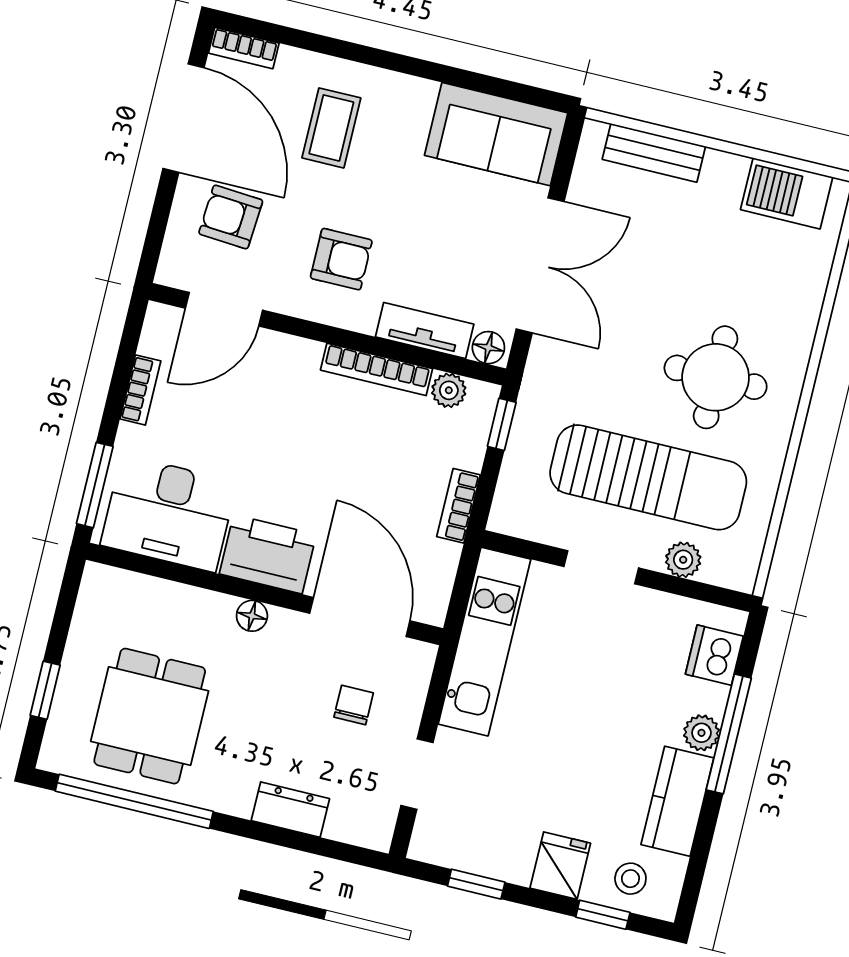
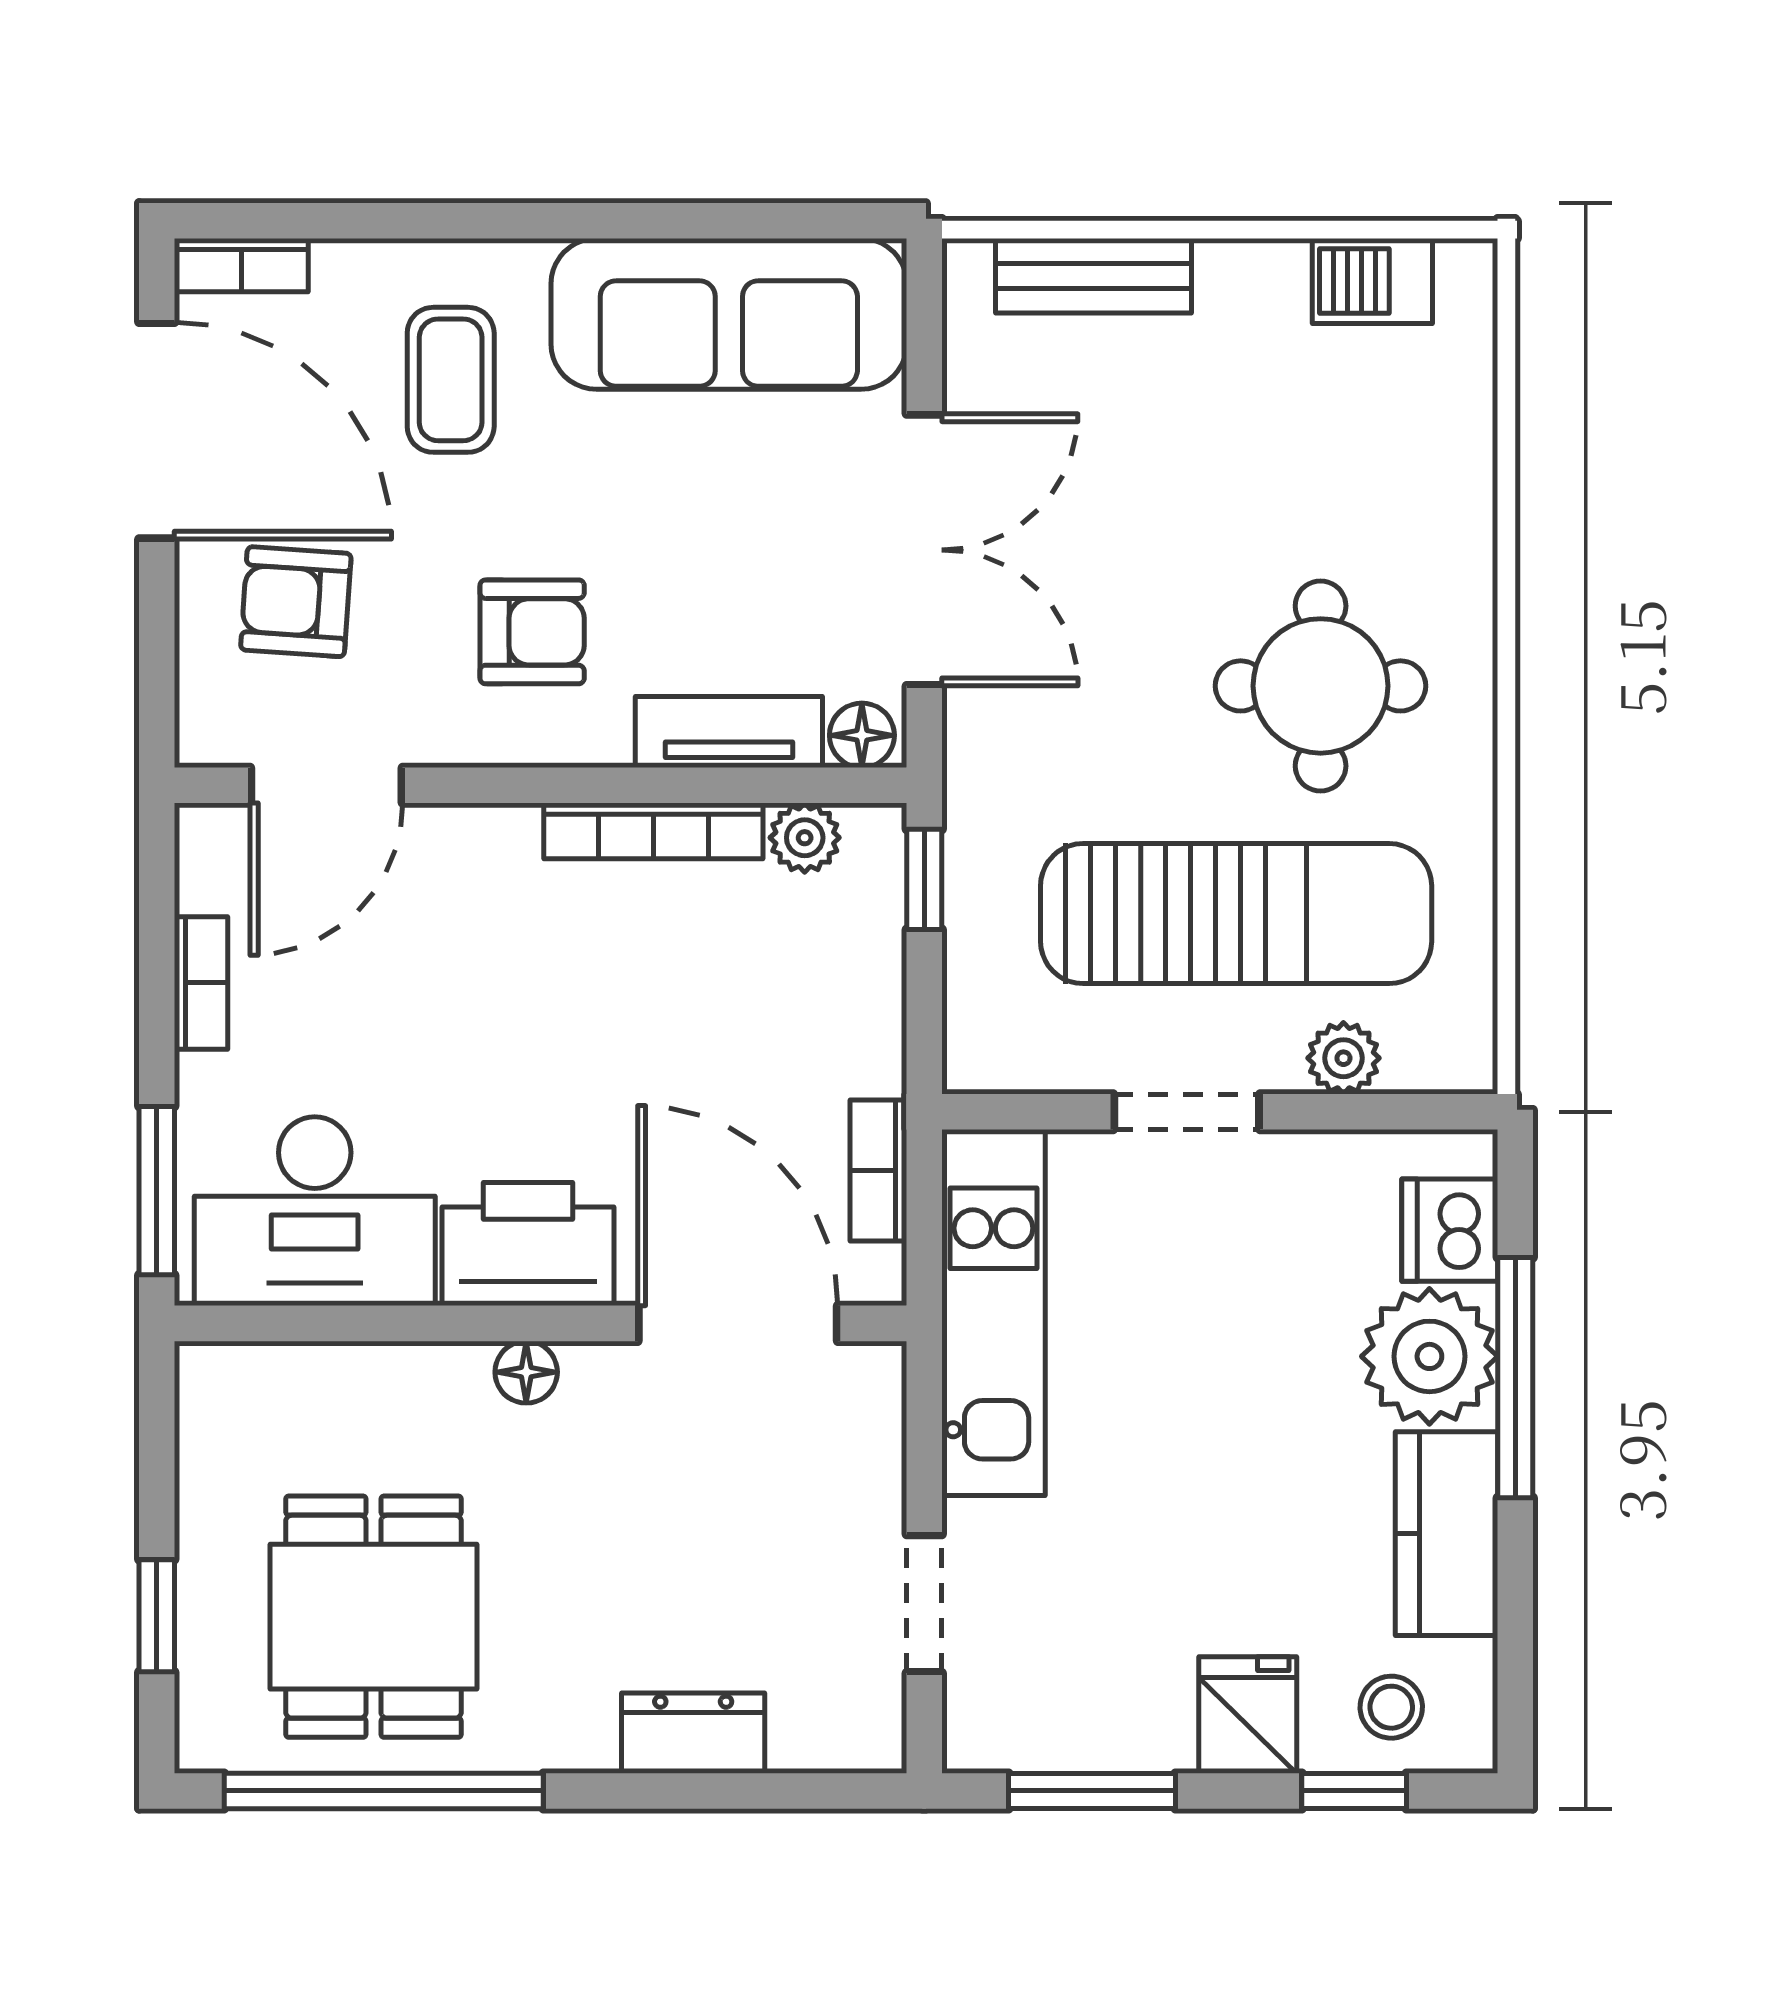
sofa: (496, 134) -> (729, 314), width x1.36
barbecue: (787, 193) -> (1372, 281), width x0.73, depth x0.79
bookcase: (458, 506) -> (878, 1170), moved
chair: (354, 705) -> (767, 1499), removed
plant: (701, 733) -> (1429, 1356), width x1.88, depth x1.88
window: (476, 884) -> (1092, 1791), width x1.50

